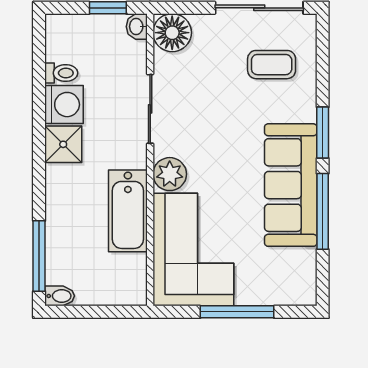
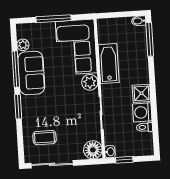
sofa: (291, 185) -> (31, 73), width x0.73
plant: (304, 261) -> (23, 45), added

